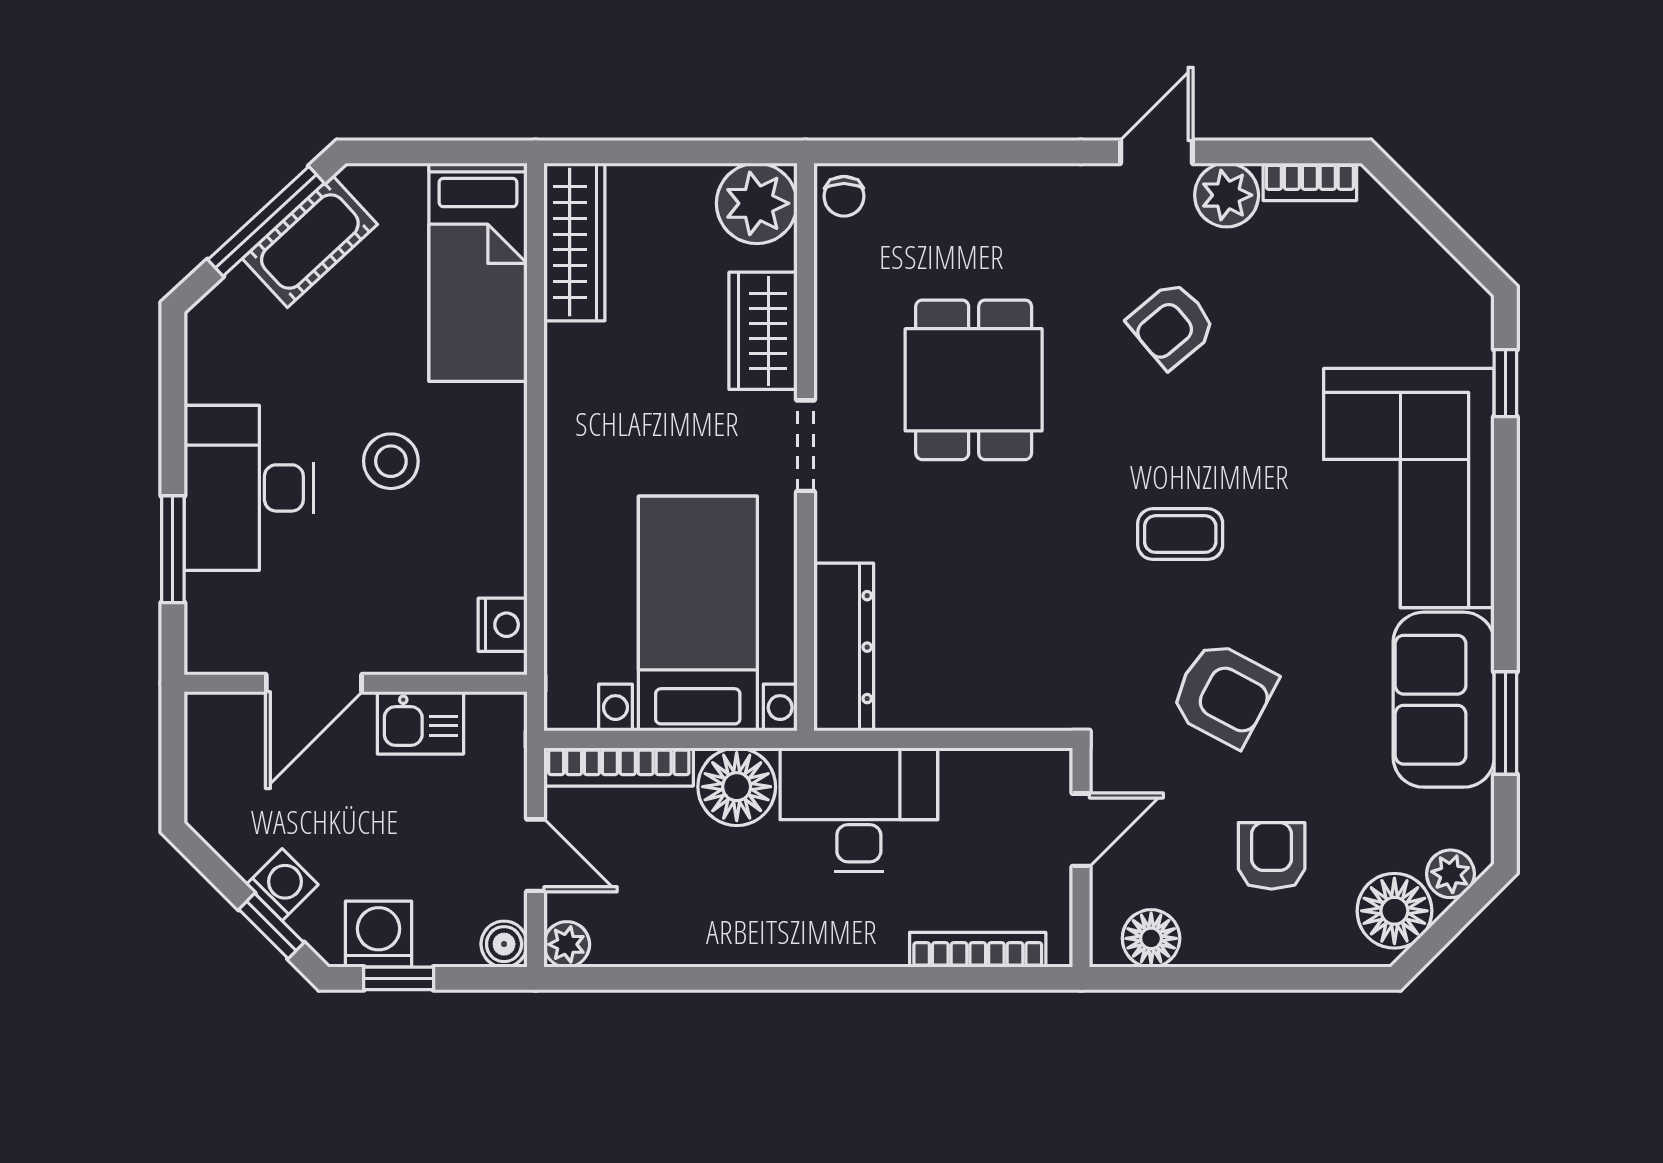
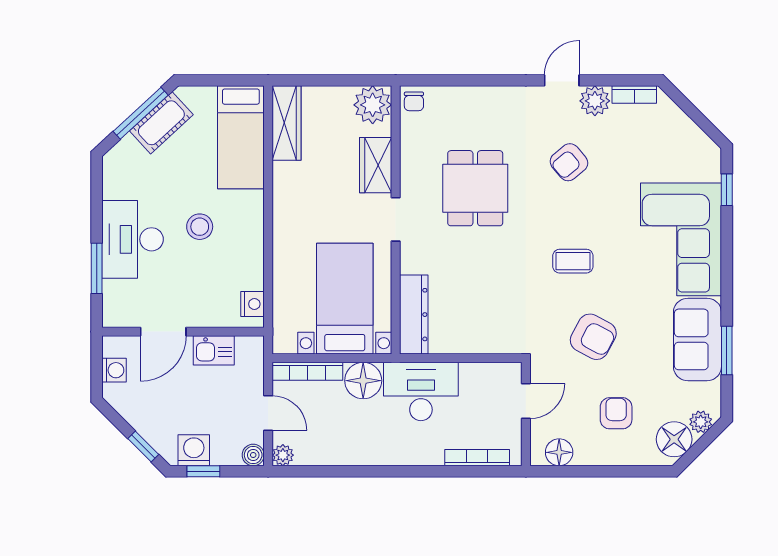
washing machine: (282, 885) -> (114, 370), moved, turned 45

